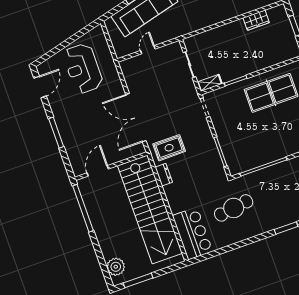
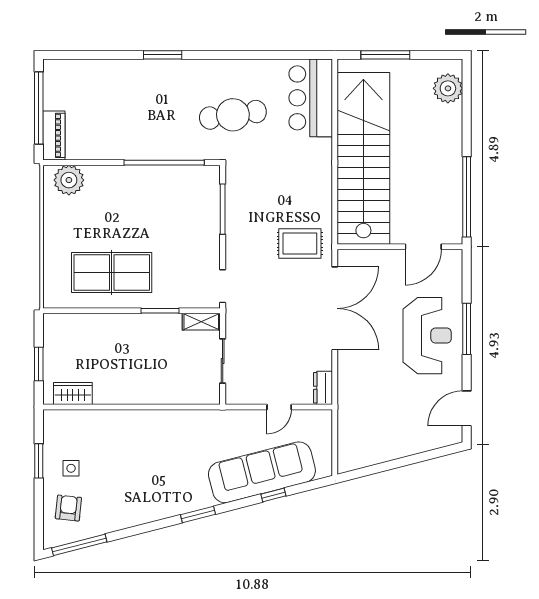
wardrobe: (256, 20) -> (73, 393), moved
reception desk: (83, 68) -> (427, 336), moved
dresser: (164, 175) -> (323, 388), moved
window: (138, 280) -> (385, 55), moved

